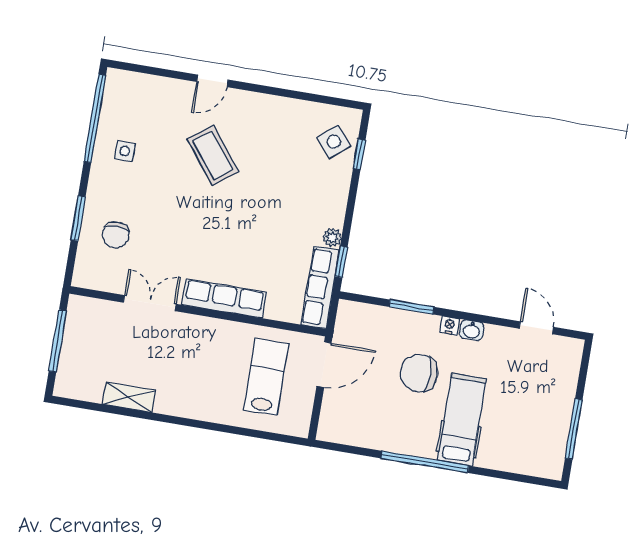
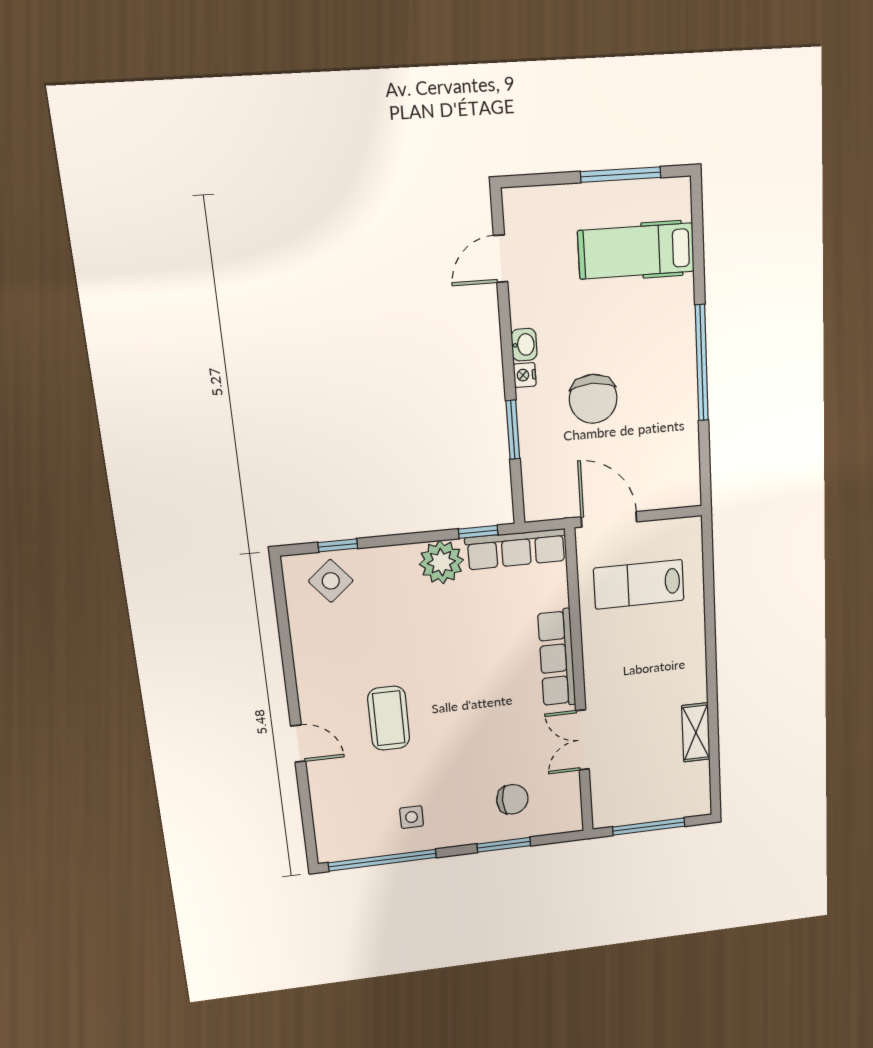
coffee table: (213, 155) -> (389, 718), turned -52
plant: (332, 237) -> (441, 562), width x1.88, depth x1.88
hospital bed: (462, 420) -> (636, 251), moved

